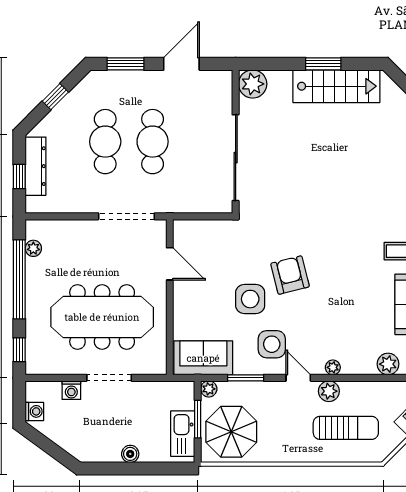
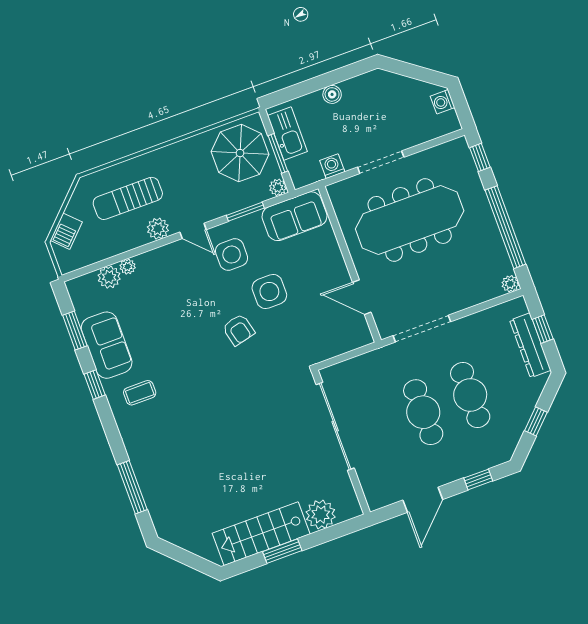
window: (126, 64) -> (478, 479), width x0.67
plant: (253, 84) -> (321, 515), moved
plant: (33, 248) -> (510, 284), moved
armchair: (290, 275) -> (238, 330), width x0.72, depth x0.72
plant: (333, 367) -> (128, 267), moved
washing machine: (71, 390) -> (332, 166), moved

